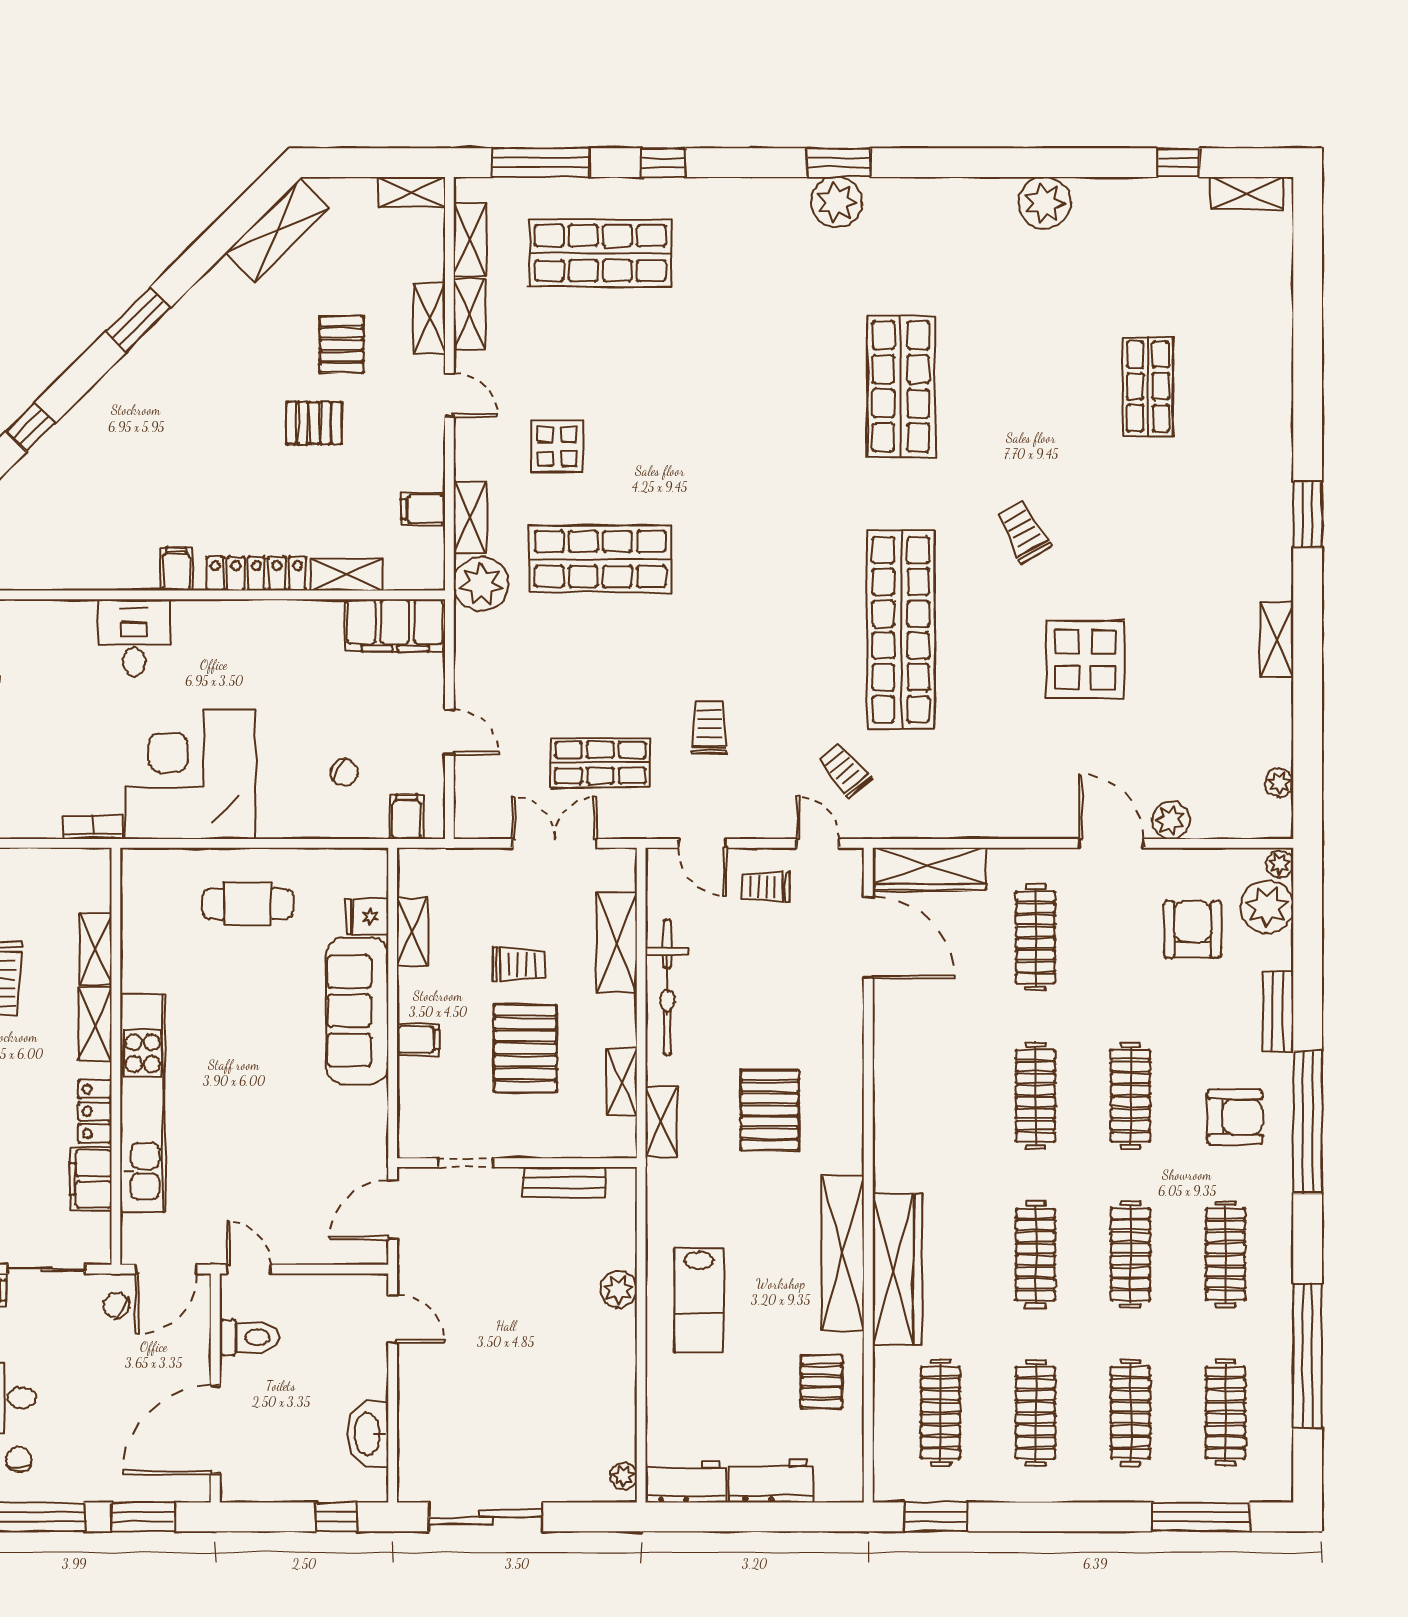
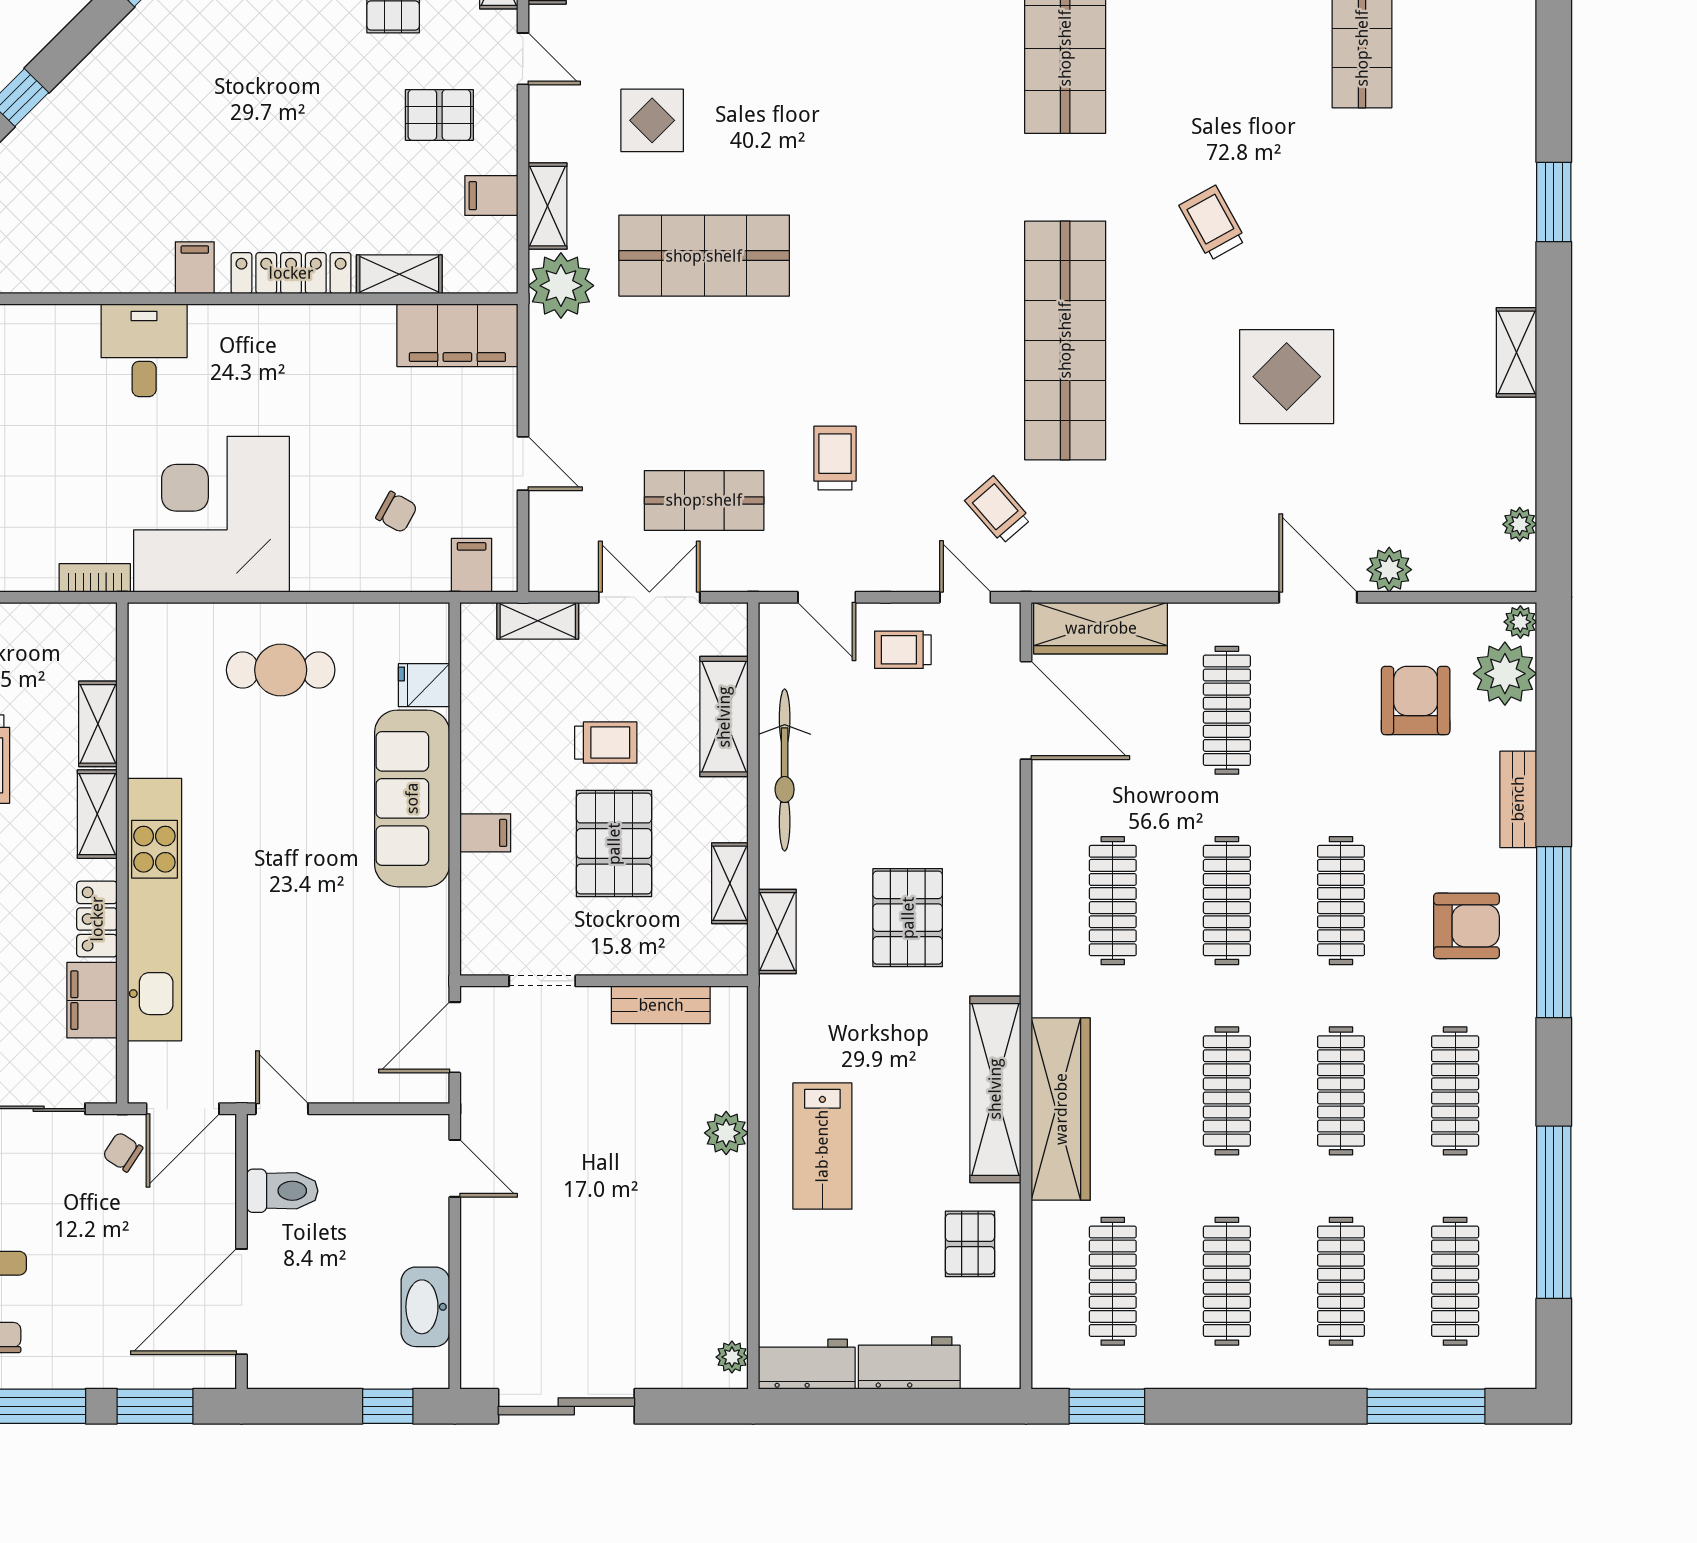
pallet: (314, 423) -> (439, 115), moved
shelving: (412, 932) -> (538, 621), moved, turned 90
clothes rail: (940, 1096) -> (1113, 901), added

